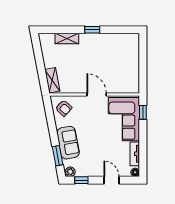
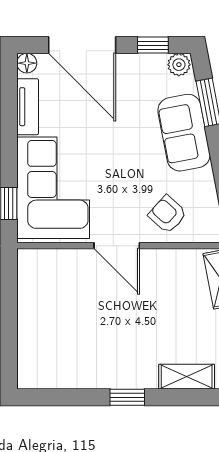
armchair: (64, 108) -> (167, 214), moved
door: (111, 180) -> (82, 45), width x1.88

